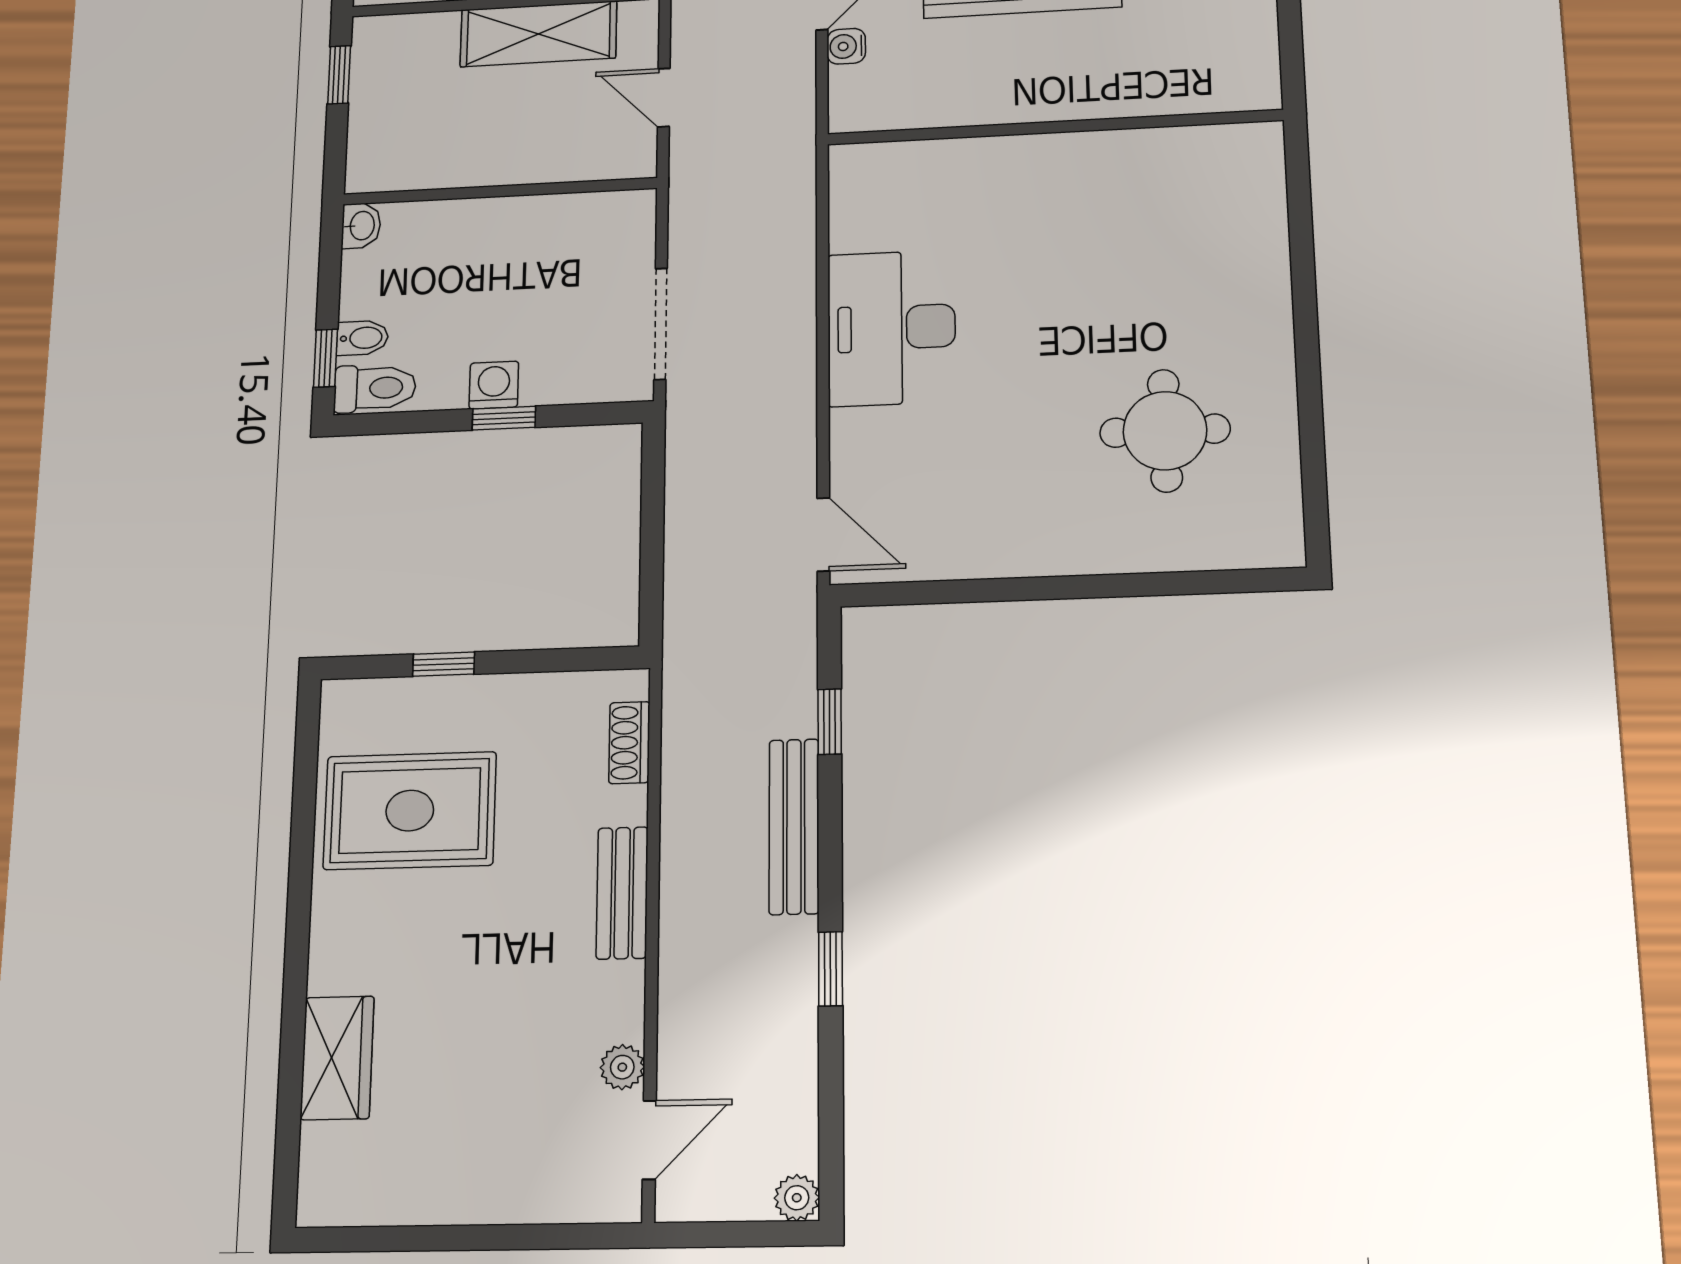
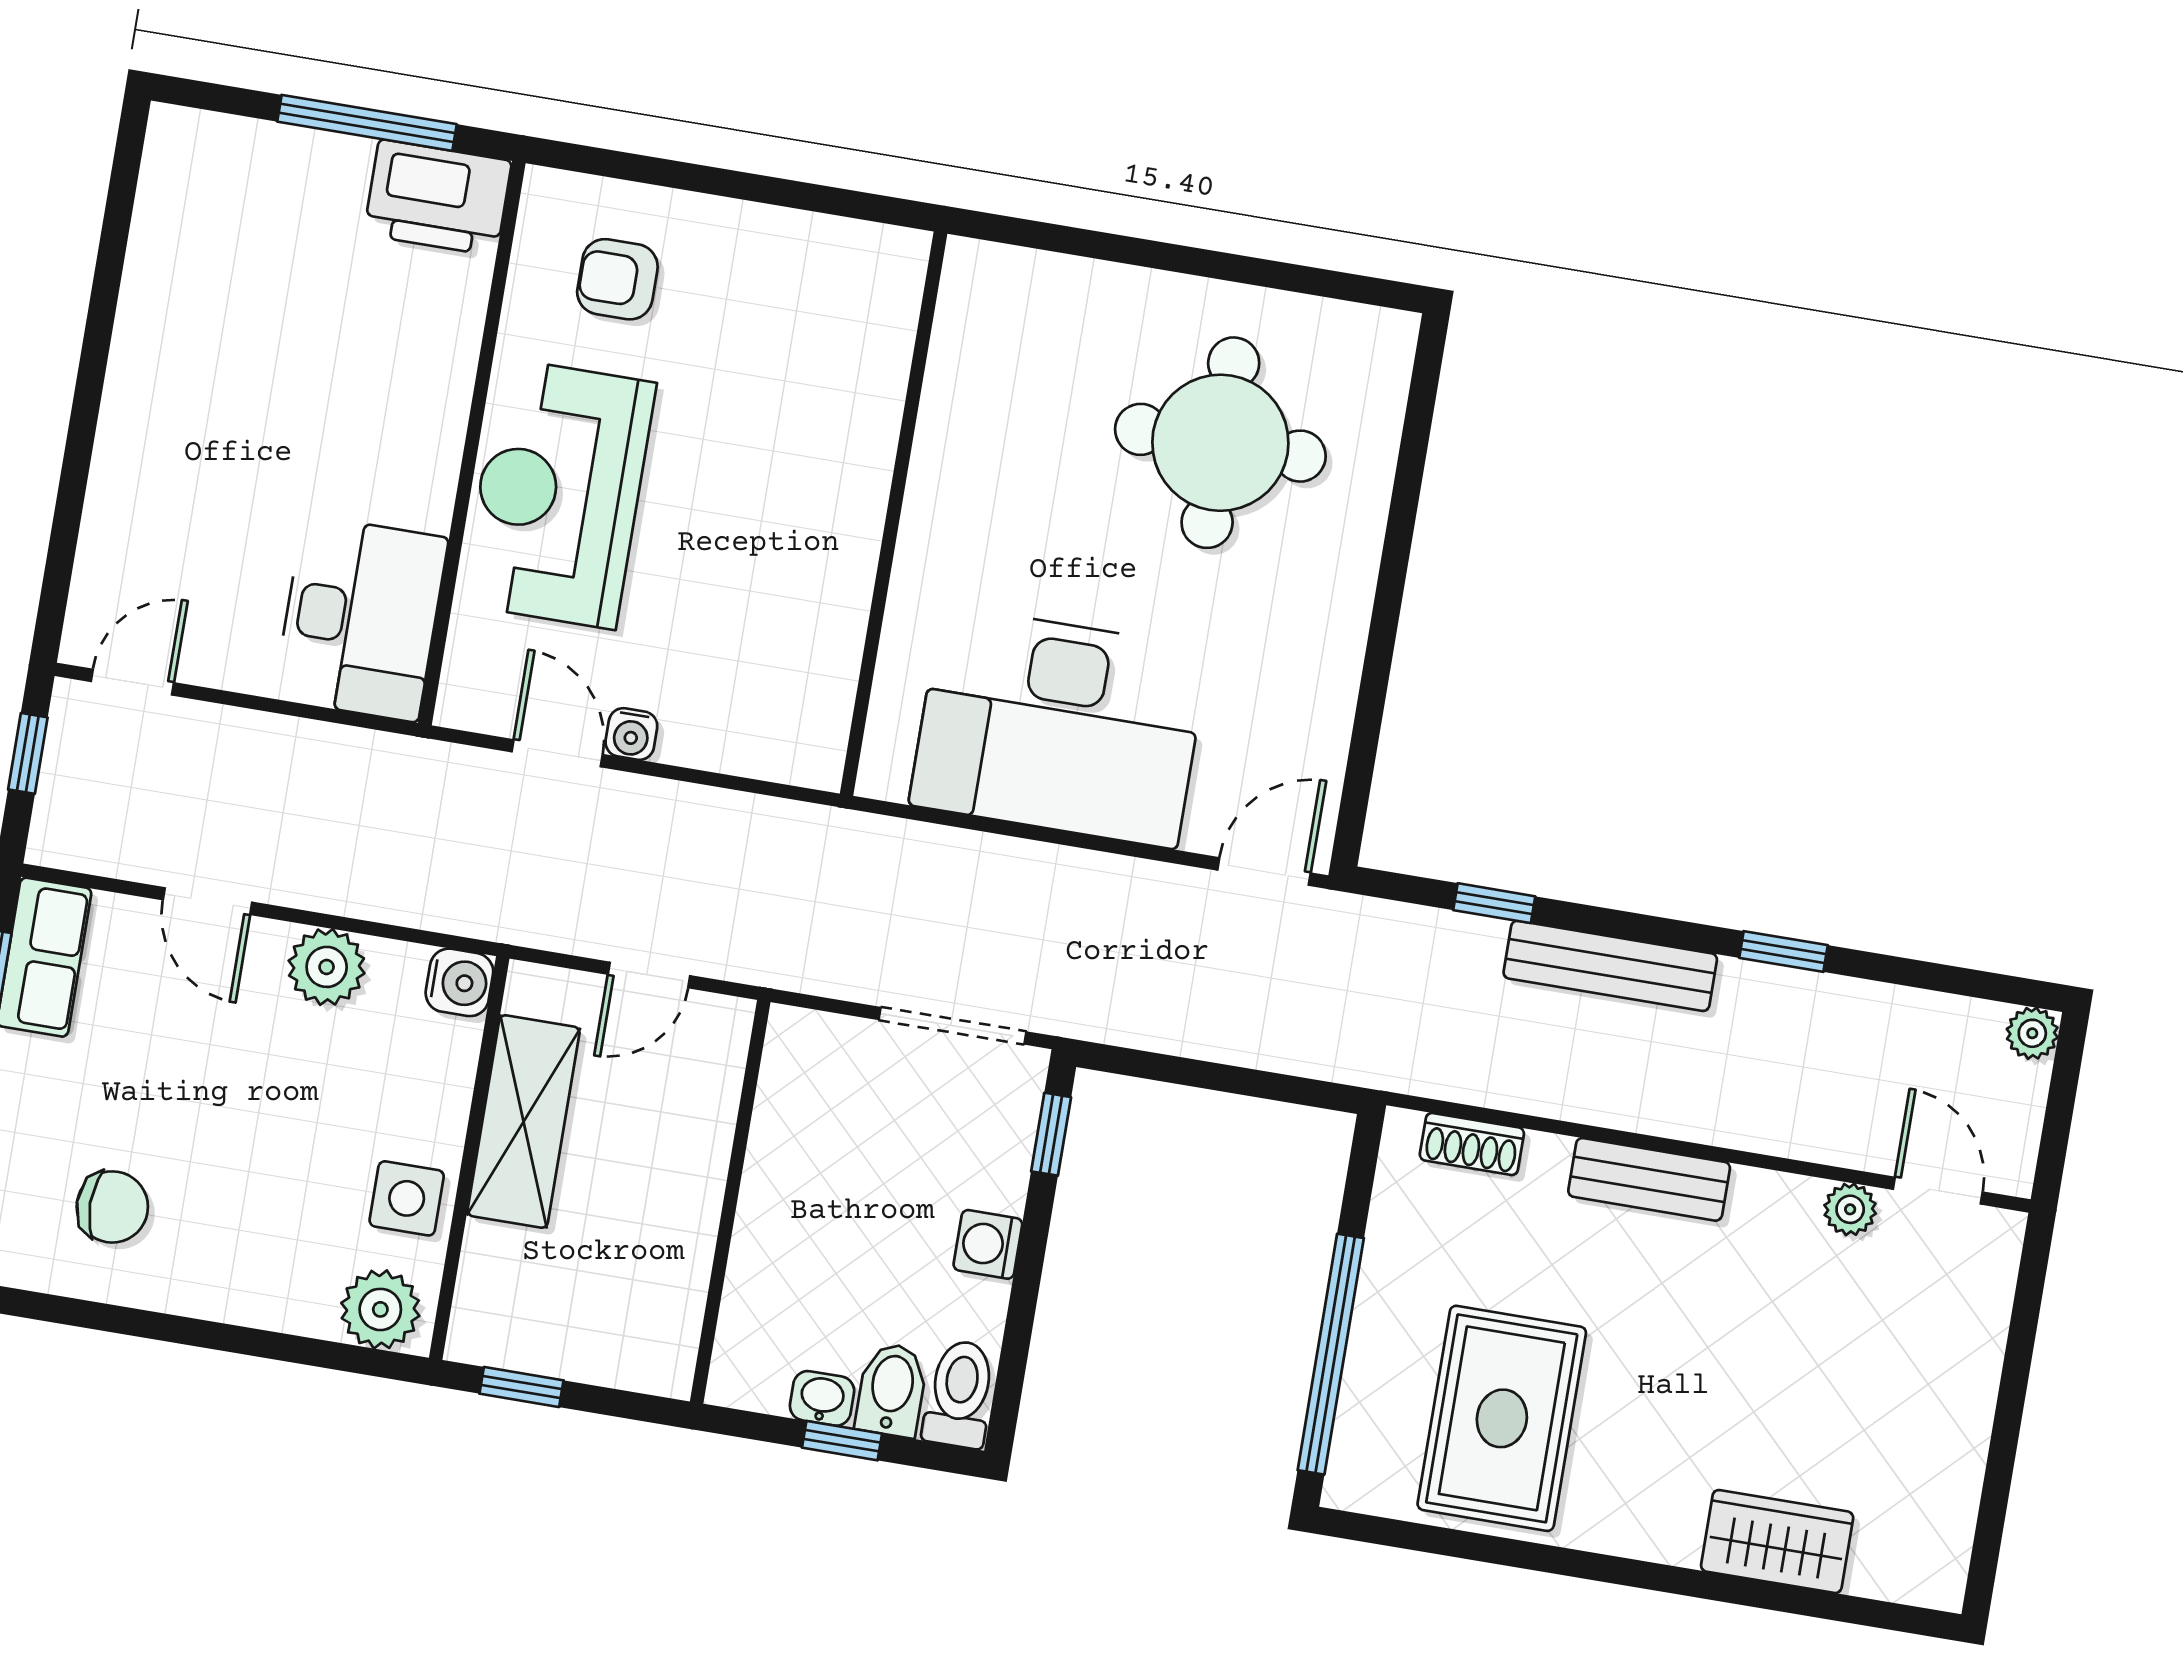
wall: (1054, 127) -> (894, 514), moved
washbasin: (361, 226) -> (822, 1398), moved
desk: (891, 328) -> (1059, 727), width x1.36, depth x1.30
bidet: (362, 338) -> (892, 1390), width x1.38, depth x1.36
window: (325, 358) -> (842, 1441), moved
window: (504, 418) -> (1051, 1134), moved
round table: (1165, 431) -> (1220, 443), width x1.36, depth x1.36
window: (444, 664) -> (1331, 1354), width x3.17

